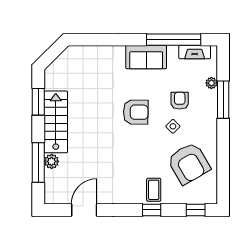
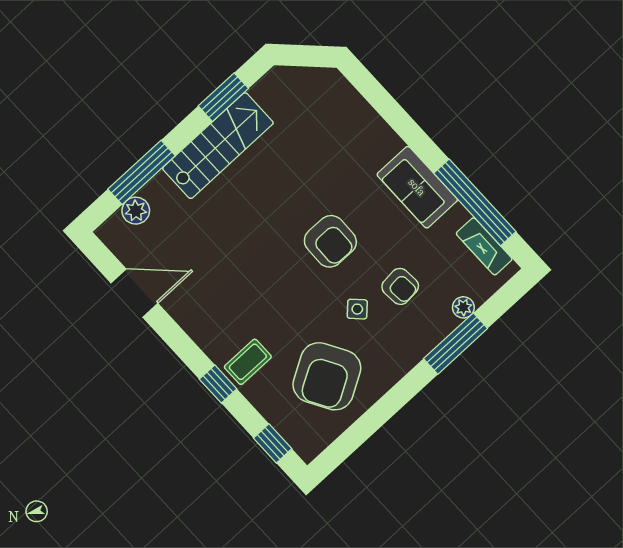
armchair: (180, 101) -> (400, 286), turned 85
plant: (52, 161) -> (136, 211), moved

